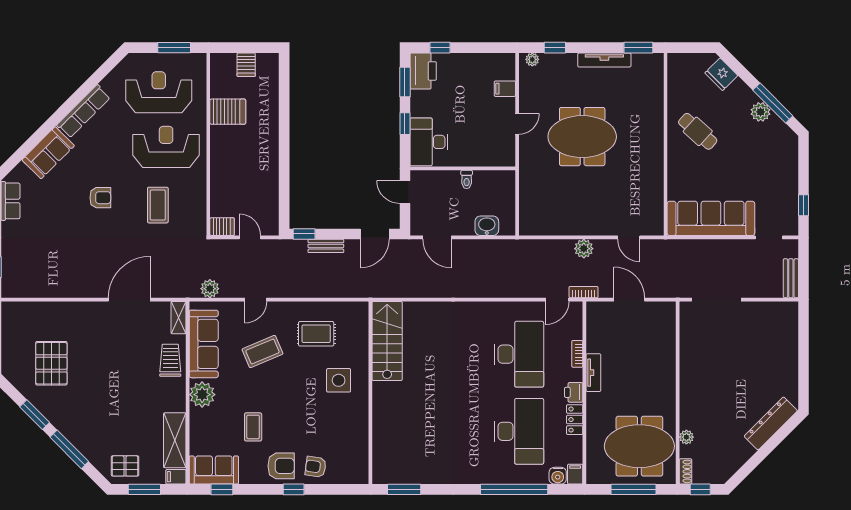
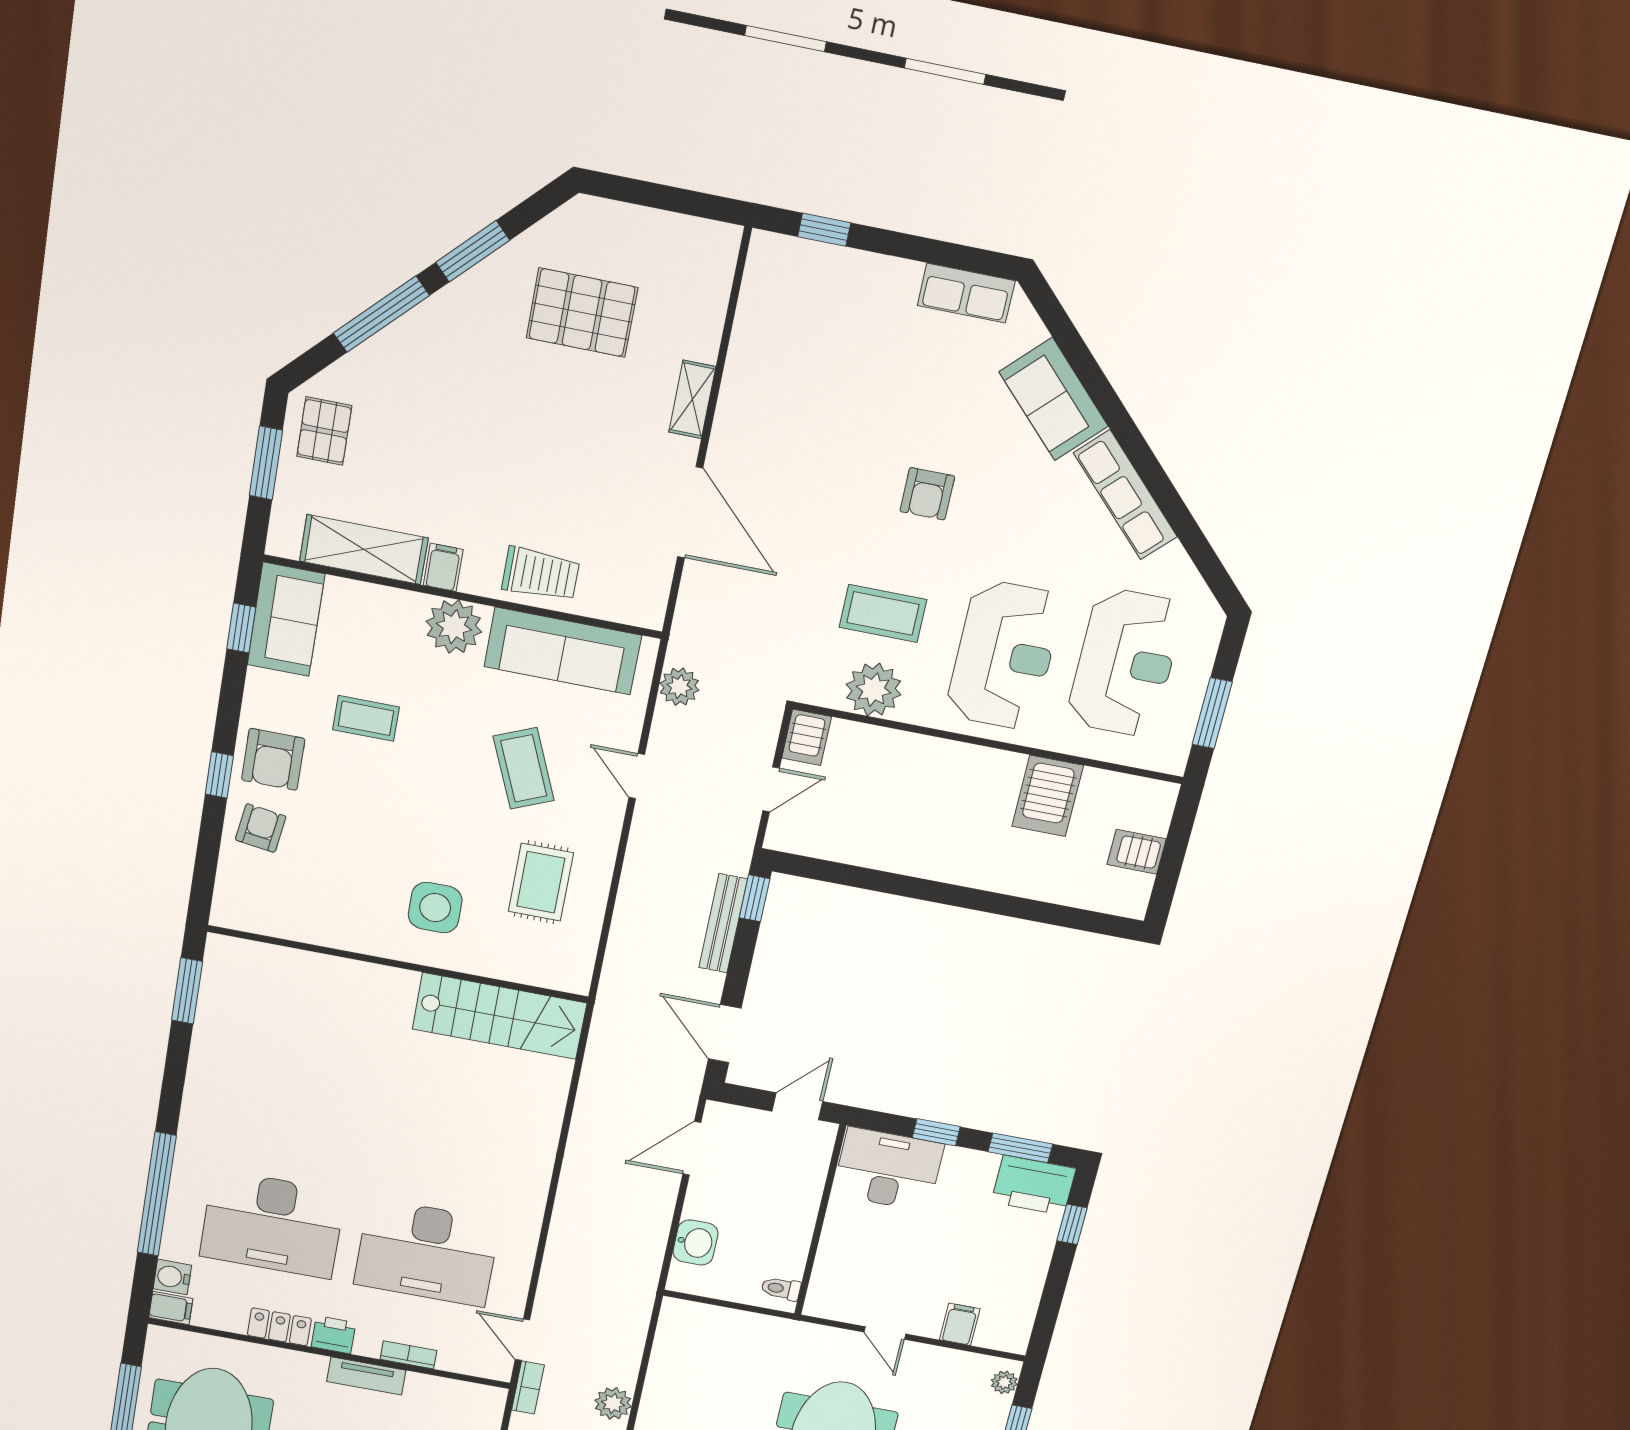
toilet: (467, 179) -> (781, 1289), moved
plant: (194, 201) -> (874, 690), added
bench: (326, 246) -> (723, 923), width x1.36
shelving: (178, 318) -> (692, 399), moved, turned 90
filing cabinet: (176, 477) -> (443, 567), moved

